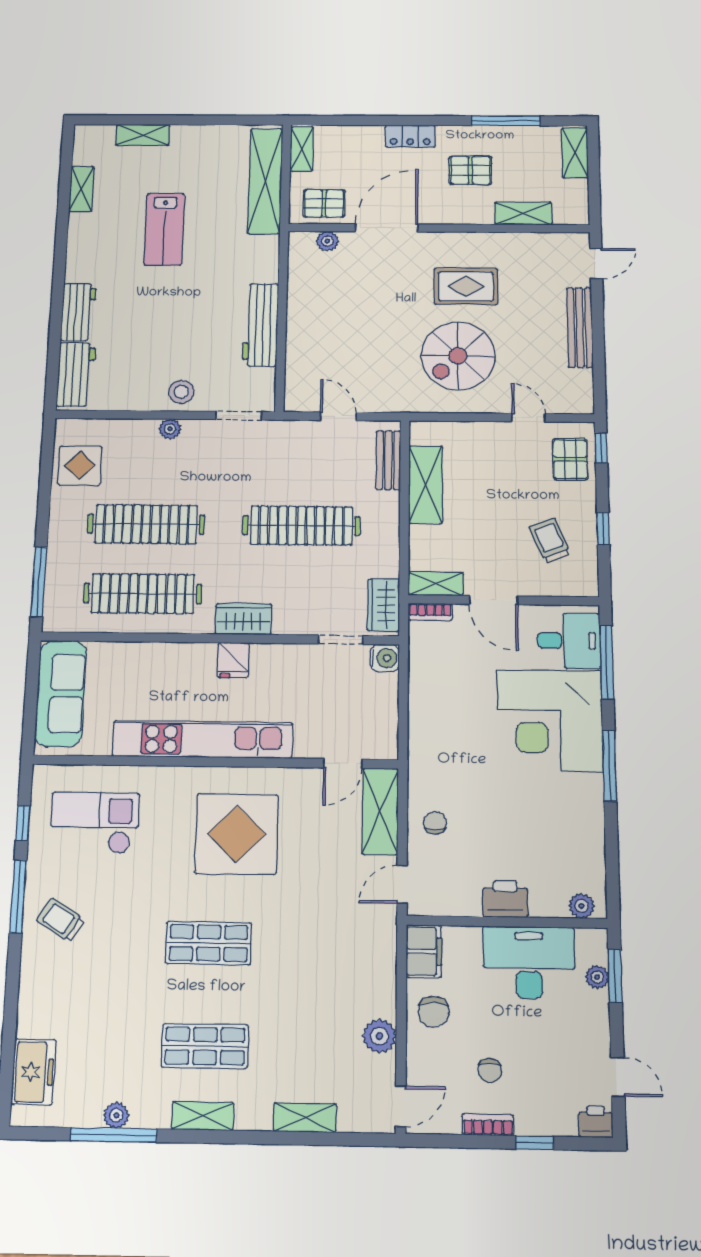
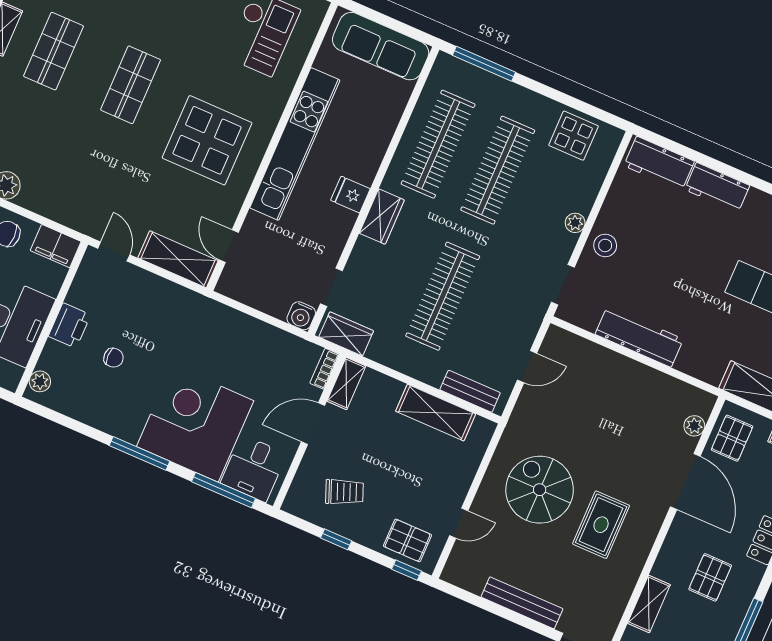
chair: (435, 823) -> (114, 358), moved

